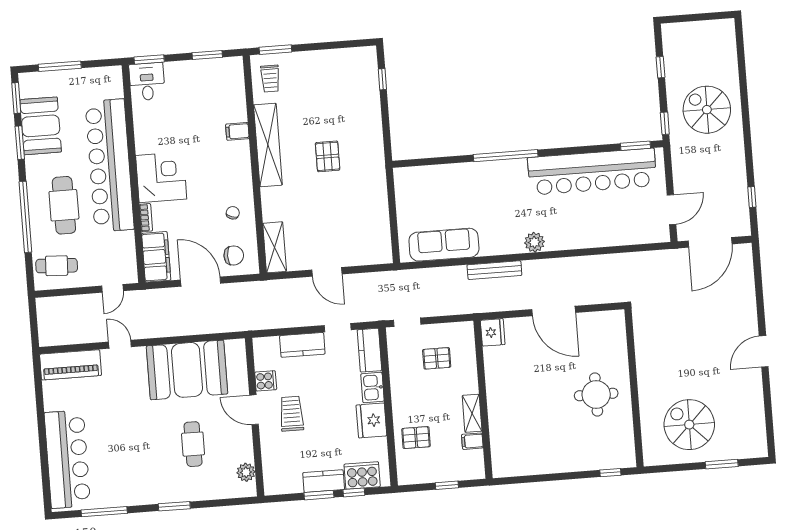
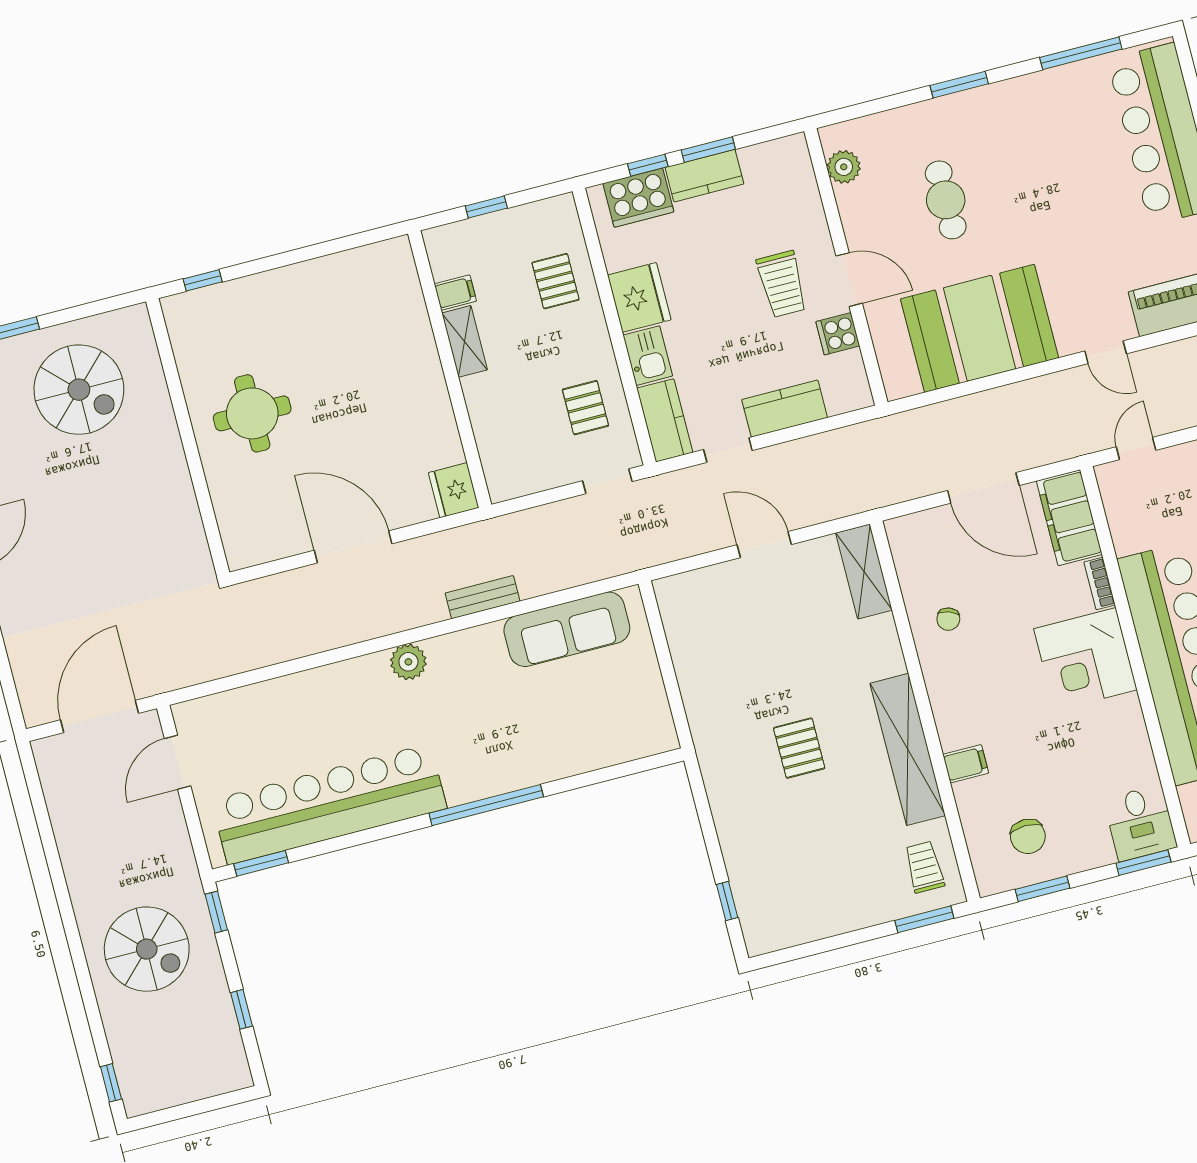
window: (752, 197) -> (111, 1083), moved
chair: (234, 255) -> (1028, 836), moved, turned -90
bench: (494, 270) -> (483, 597), width x0.73
pallet: (437, 358) -> (585, 408), moved, turned 90
pallet: (416, 438) -> (556, 281), turned 90

